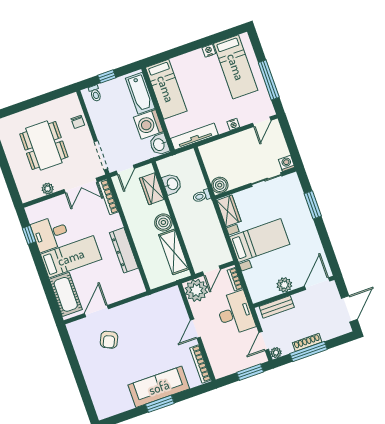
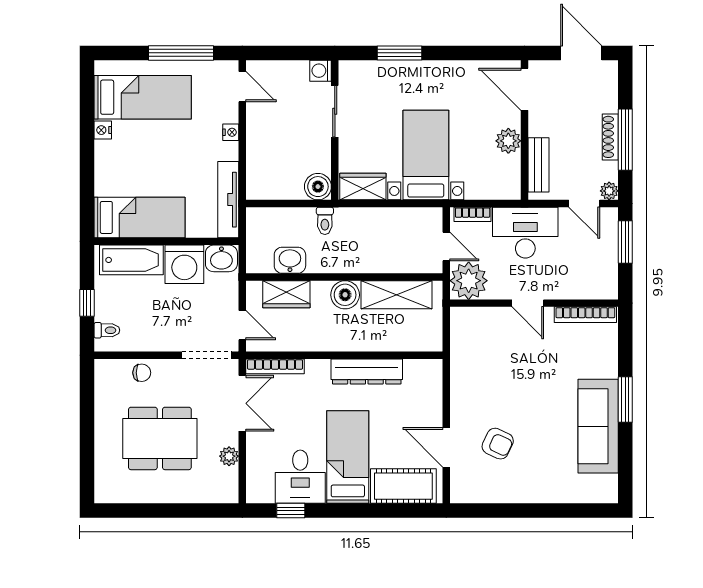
sofa: (159, 387) -> (598, 426), moved

